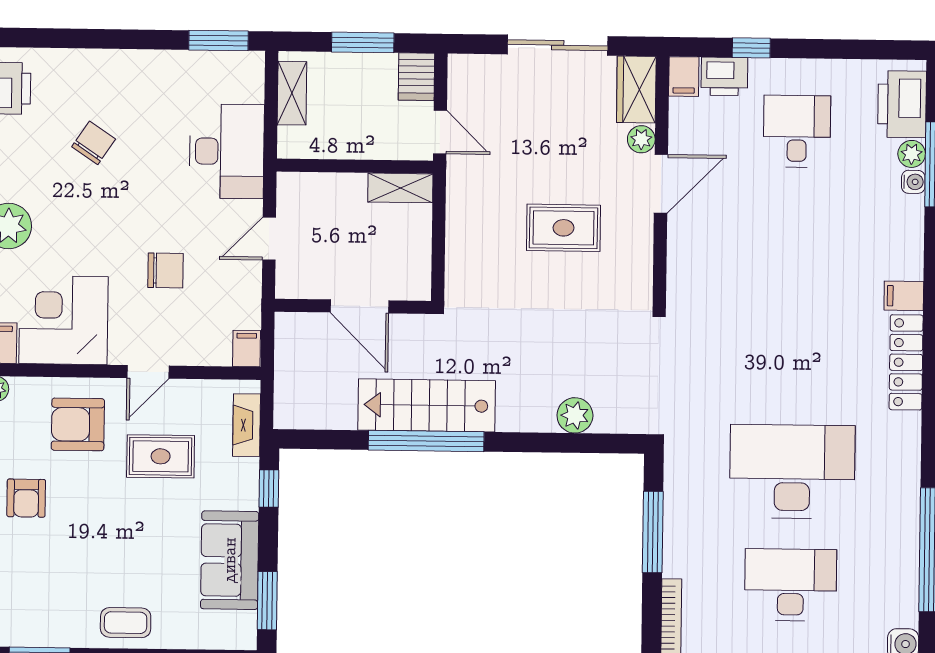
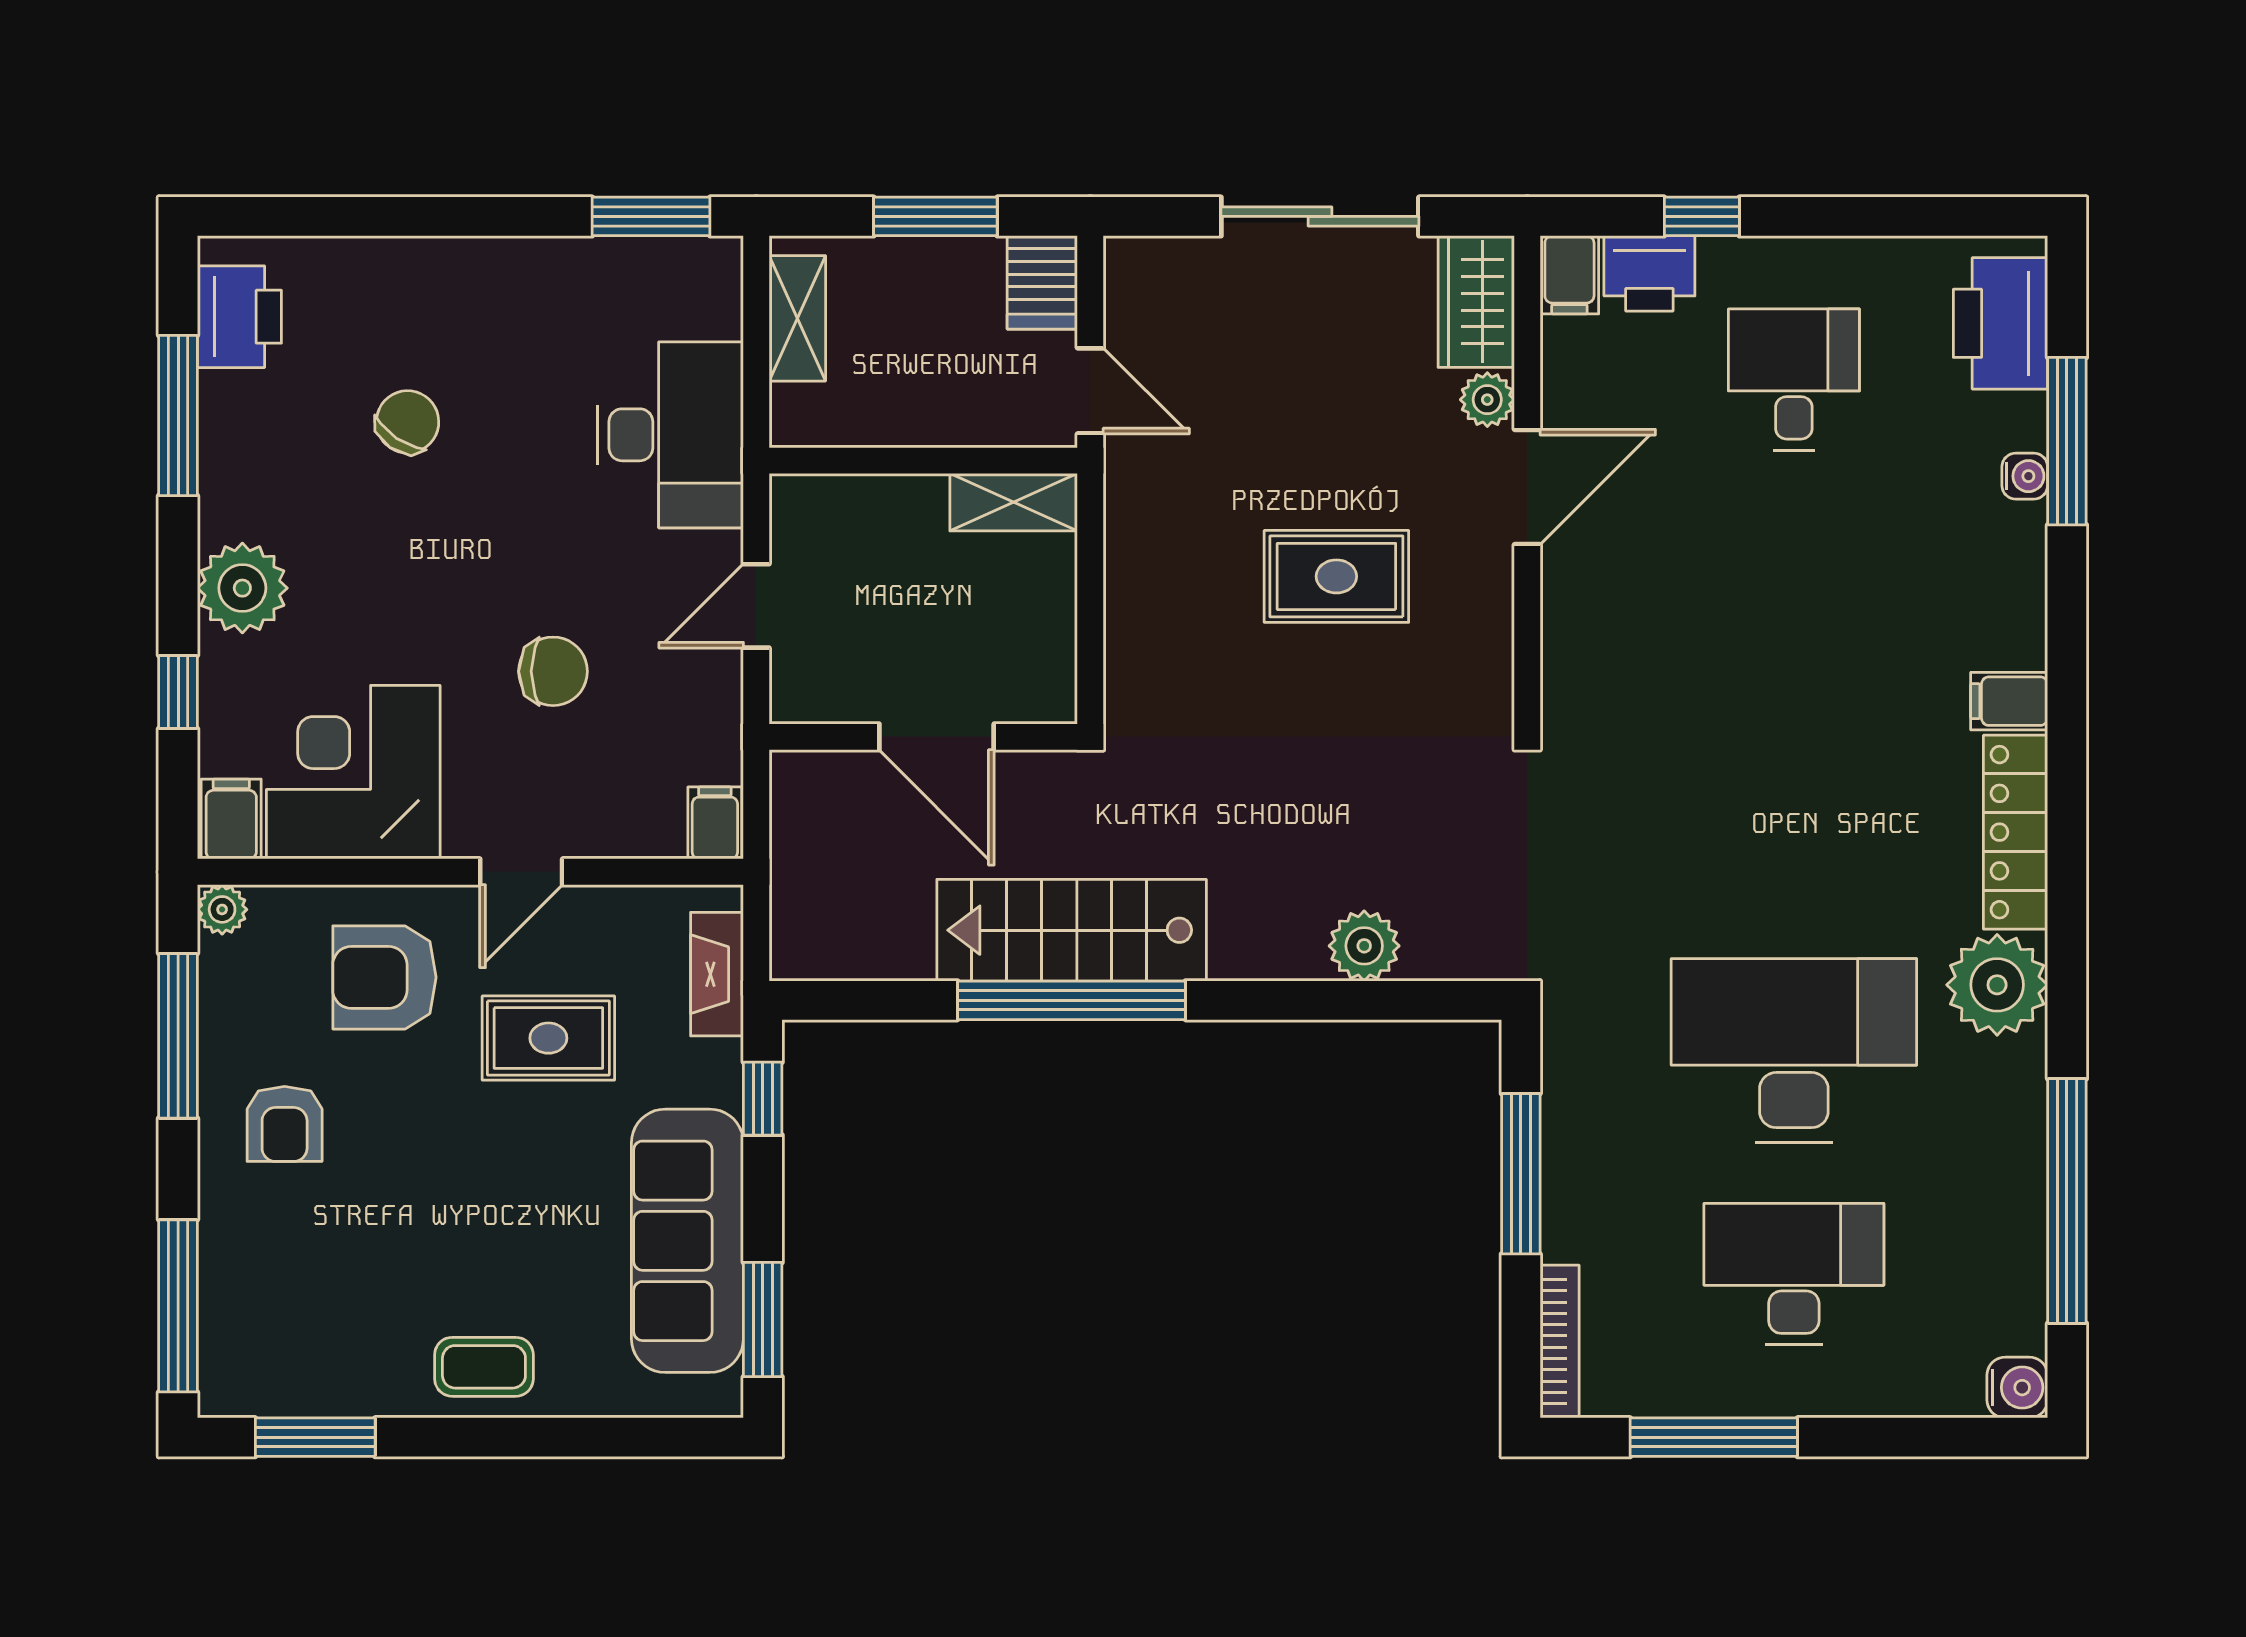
plant: (912, 154) -> (1997, 985), moved, width x1.87, depth x1.87
sofa: (230, 560) -> (687, 1241), width x1.36

